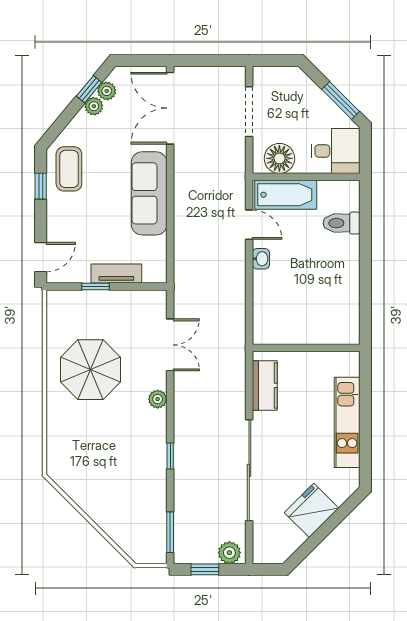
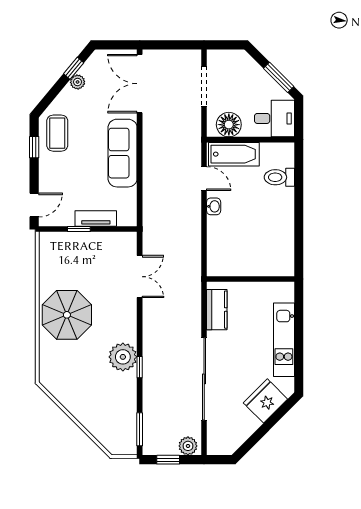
plant: (107, 91) -> (88, 70), removed
parasol: (90, 370) -> (67, 315), moved
plant: (158, 399) -> (123, 357), moved, width x1.88, depth x1.88
fridge: (312, 510) -> (265, 401), moved

